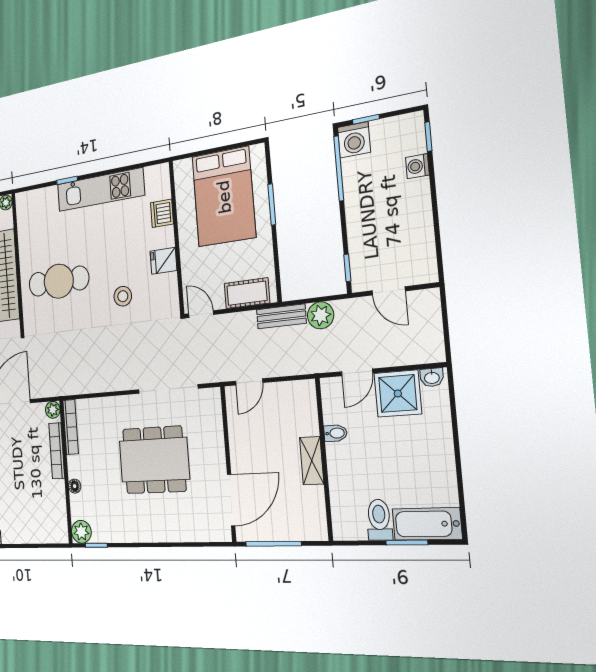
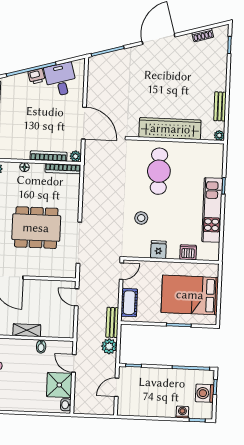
washing machine: (354, 140) -> (205, 393), moved
dining table: (154, 460) -> (36, 228), turned 90

